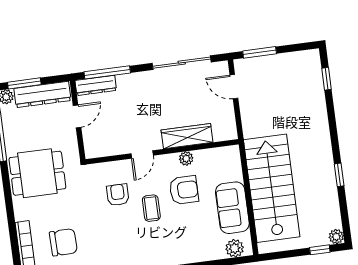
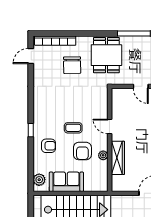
armchair: (118, 195) -> (48, 146), moved
chair: (63, 242) -> (72, 65), moved

